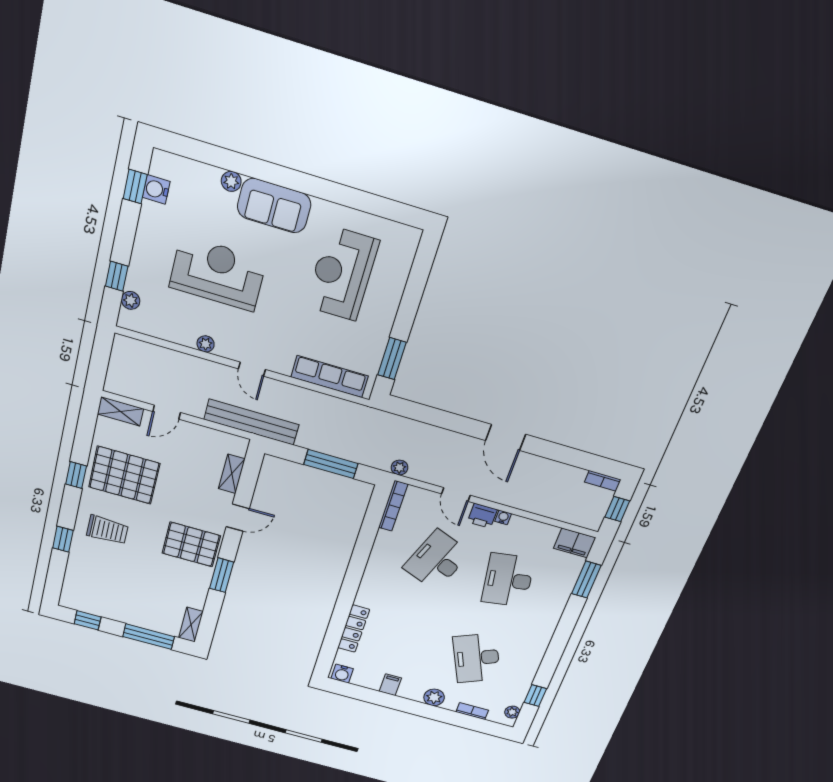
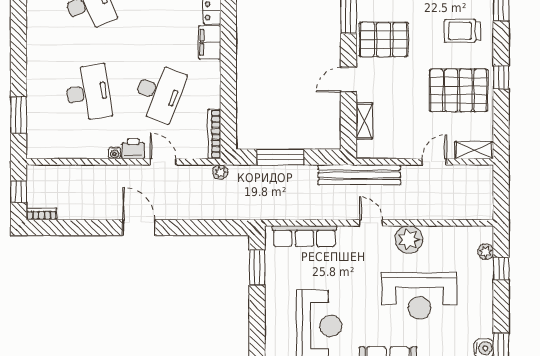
plant: (206, 344) -> (409, 239), width x1.87, depth x1.87
filing cabinet: (575, 543) -> (210, 42), moved, turned -90

